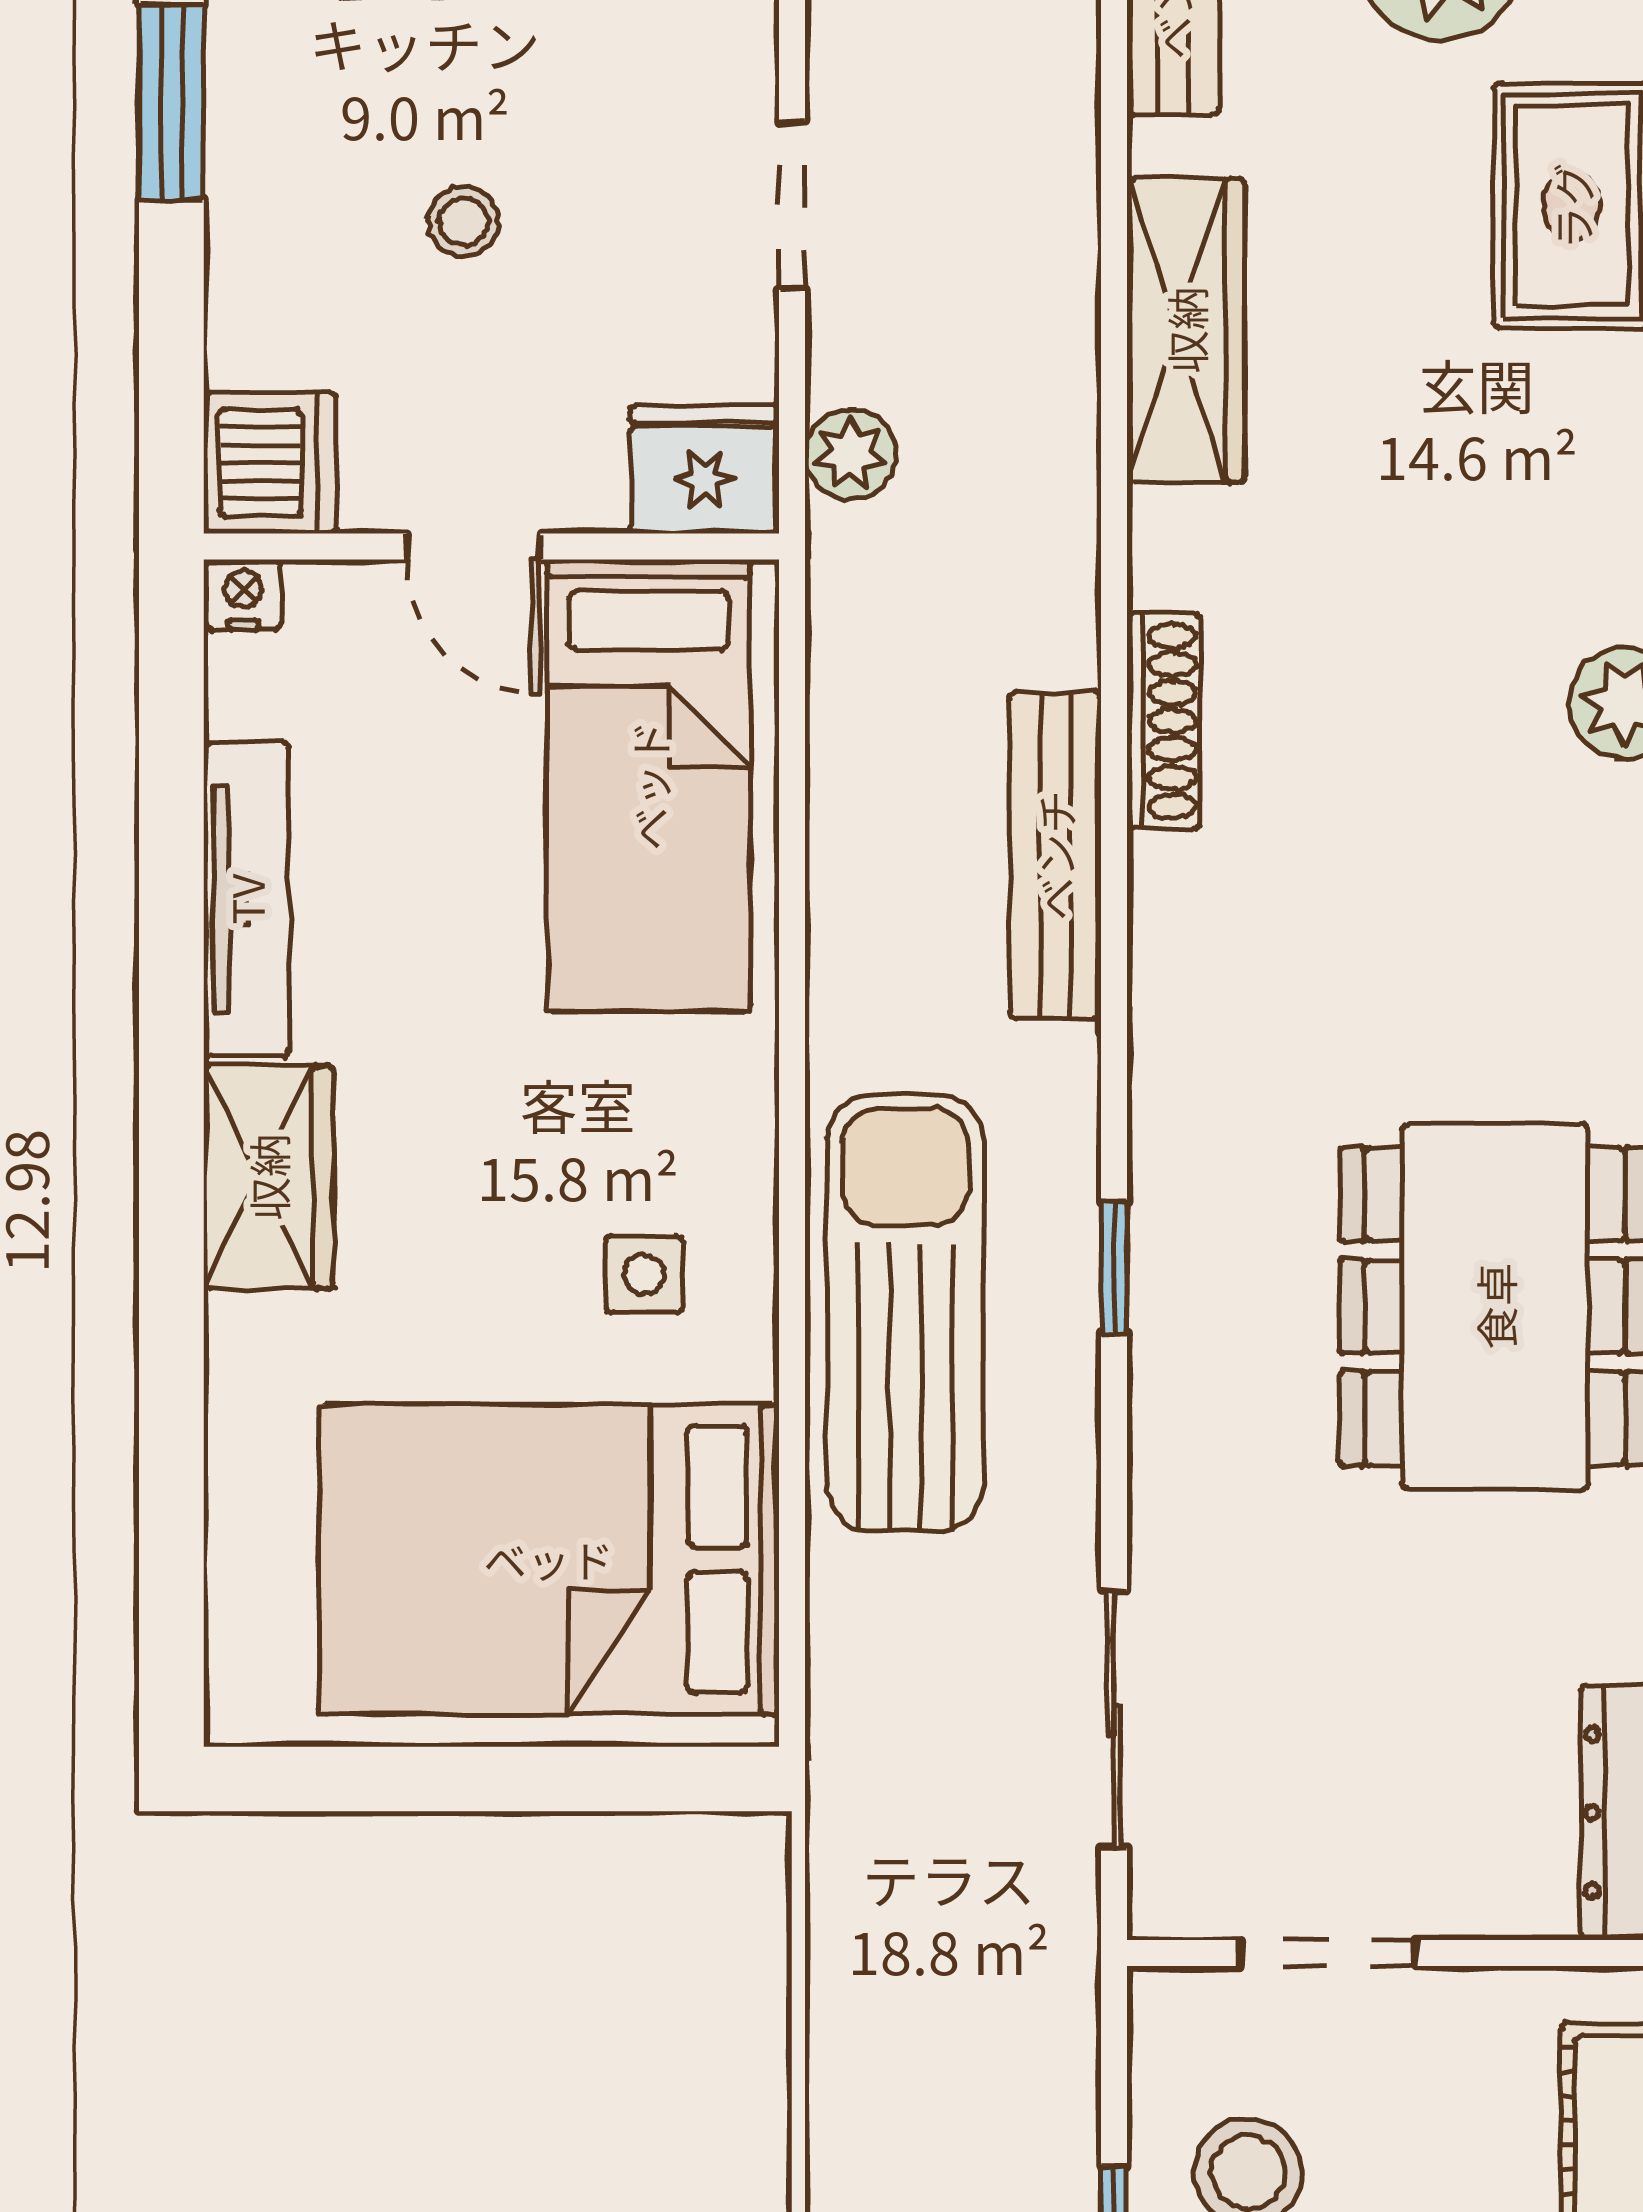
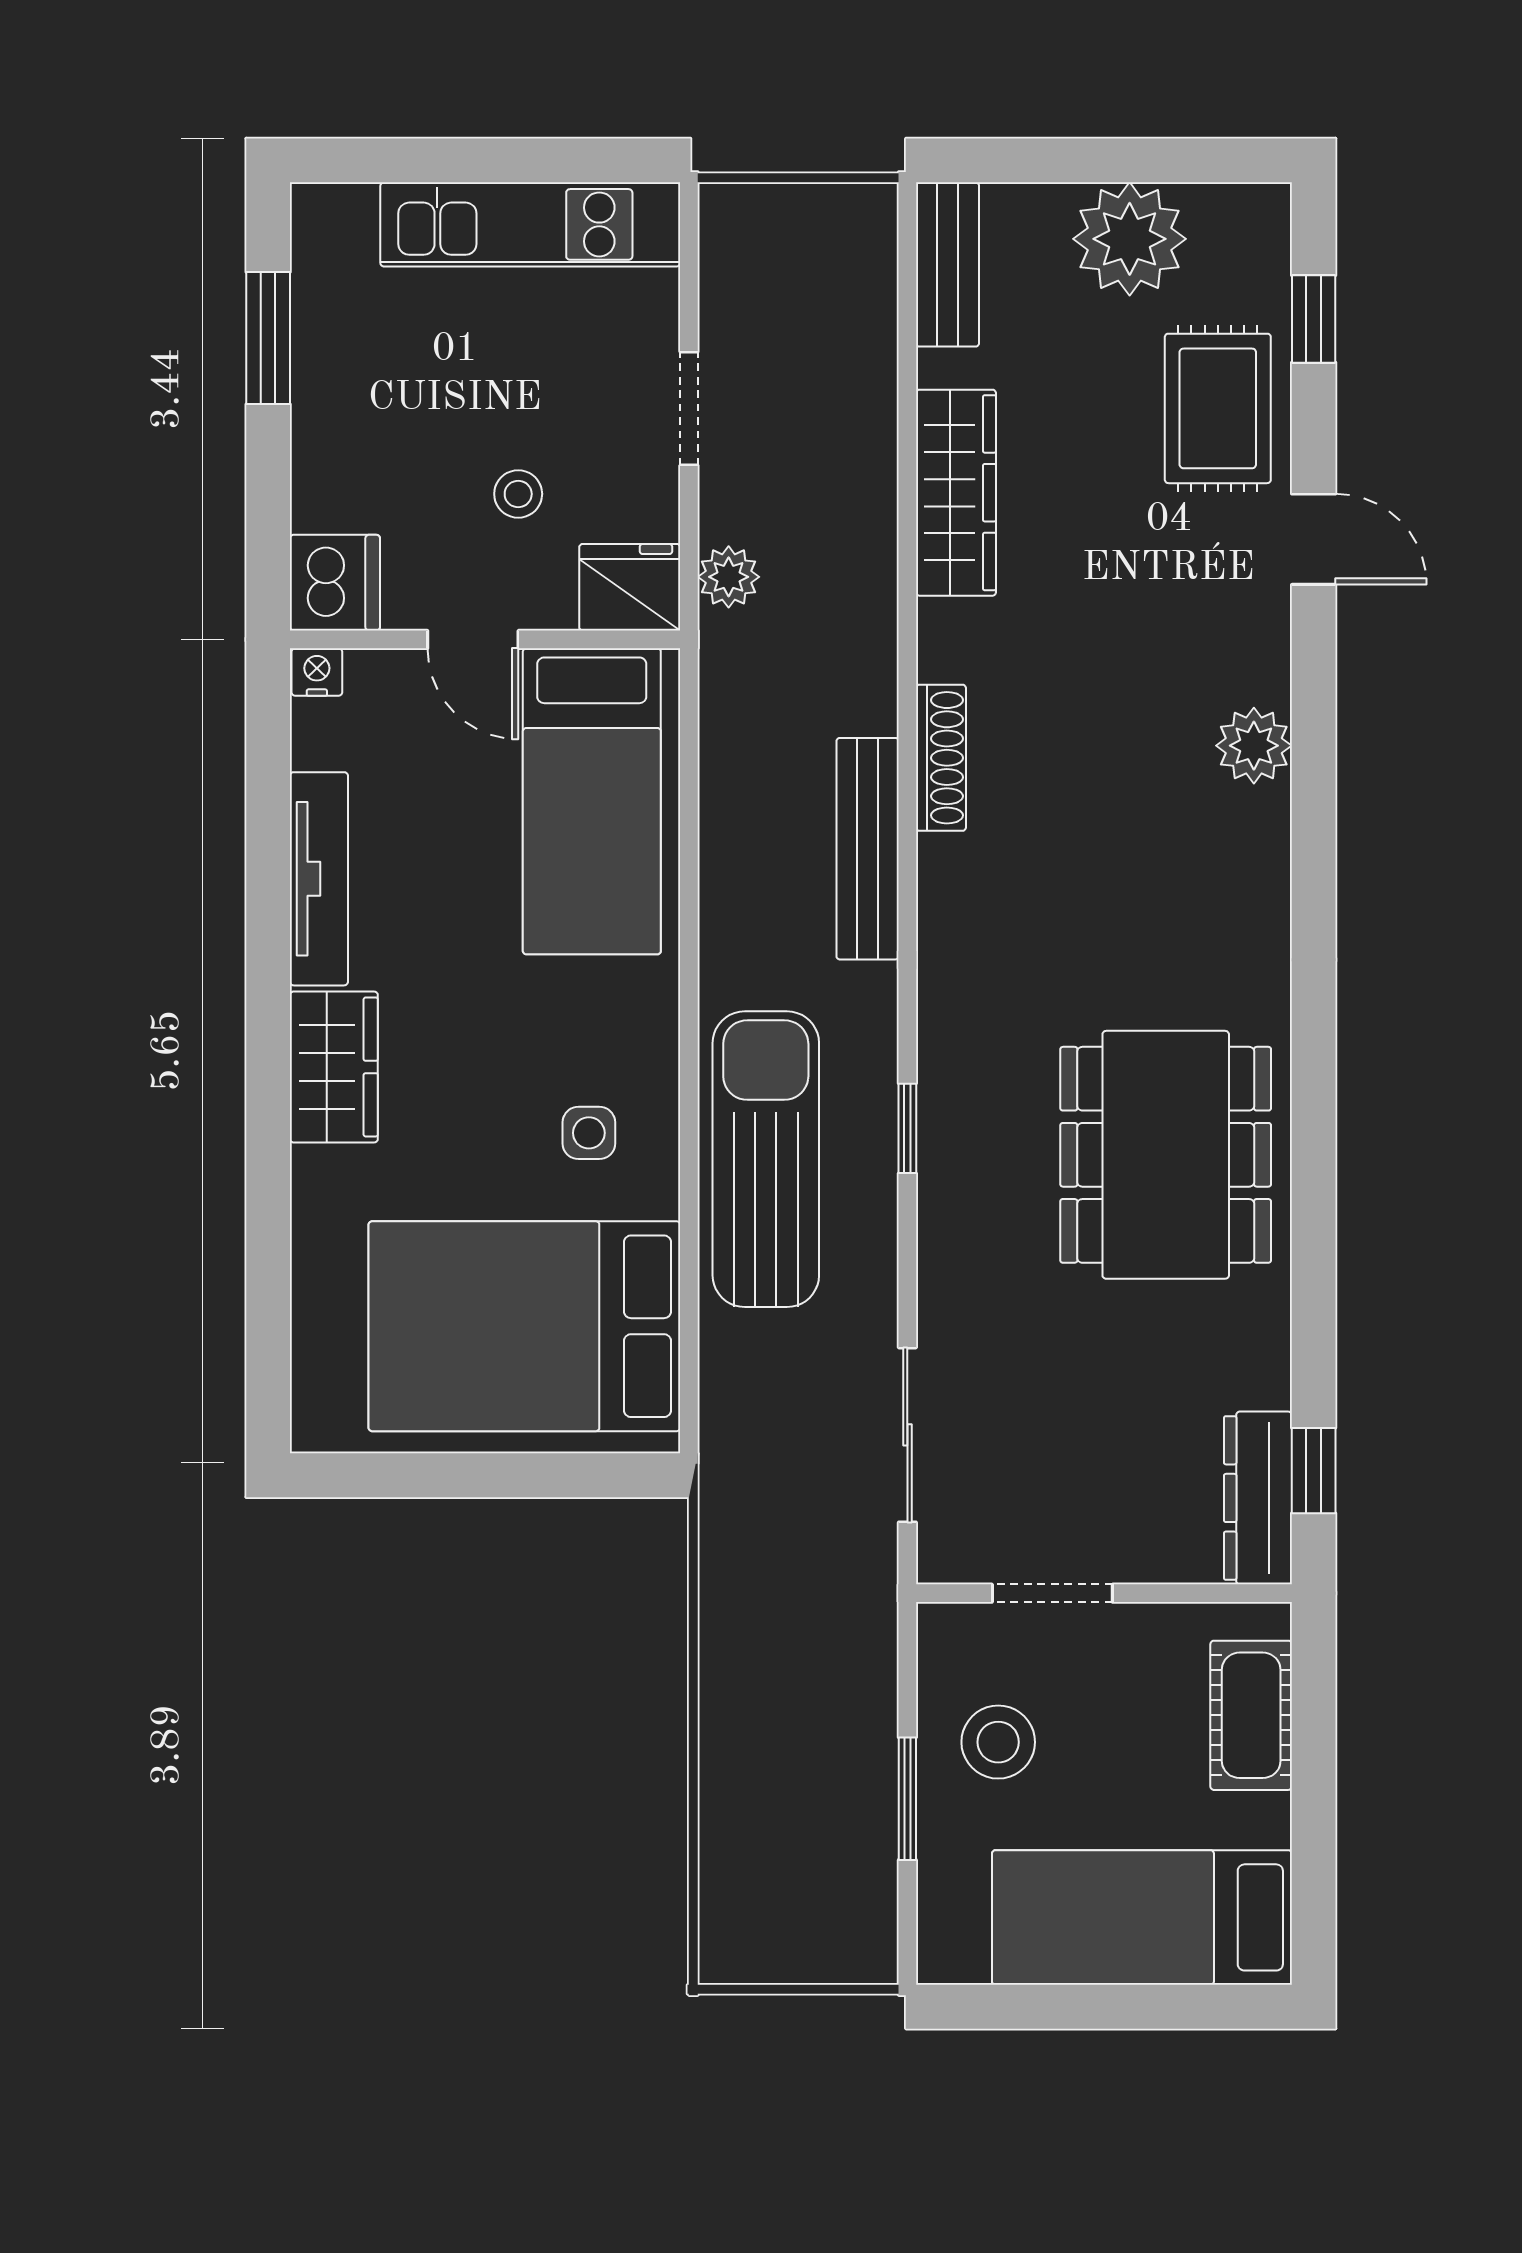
stool: (463, 221) -> (518, 494), moved

